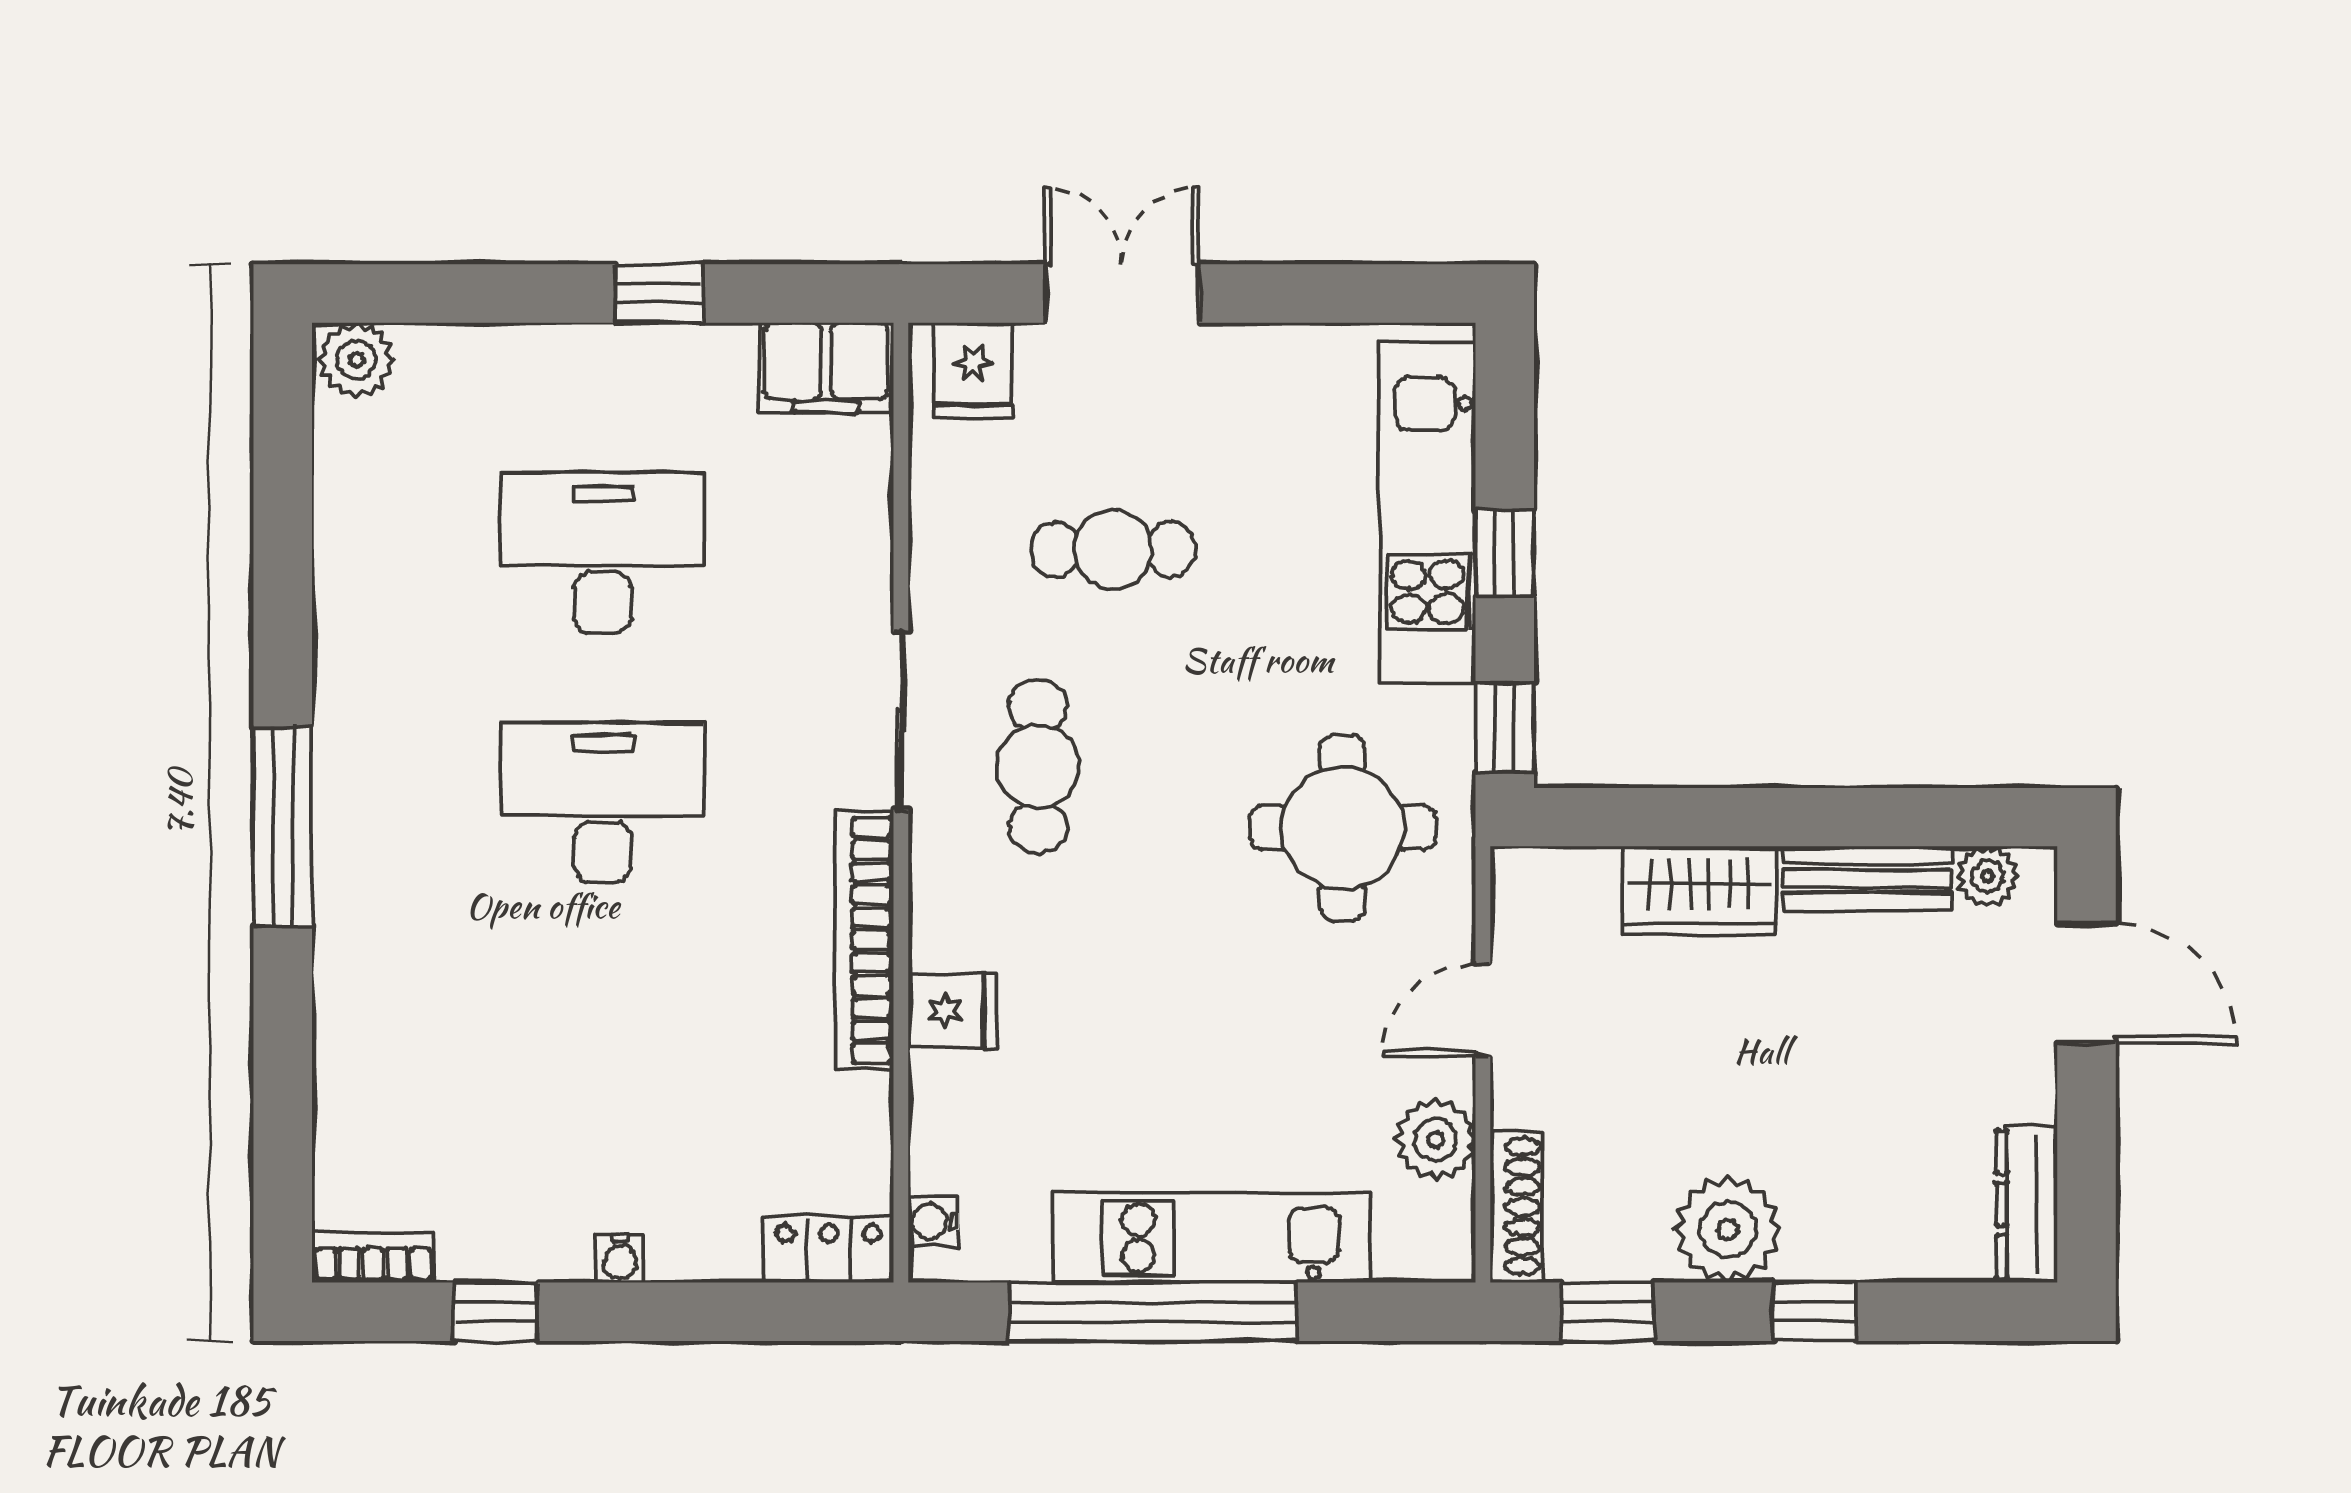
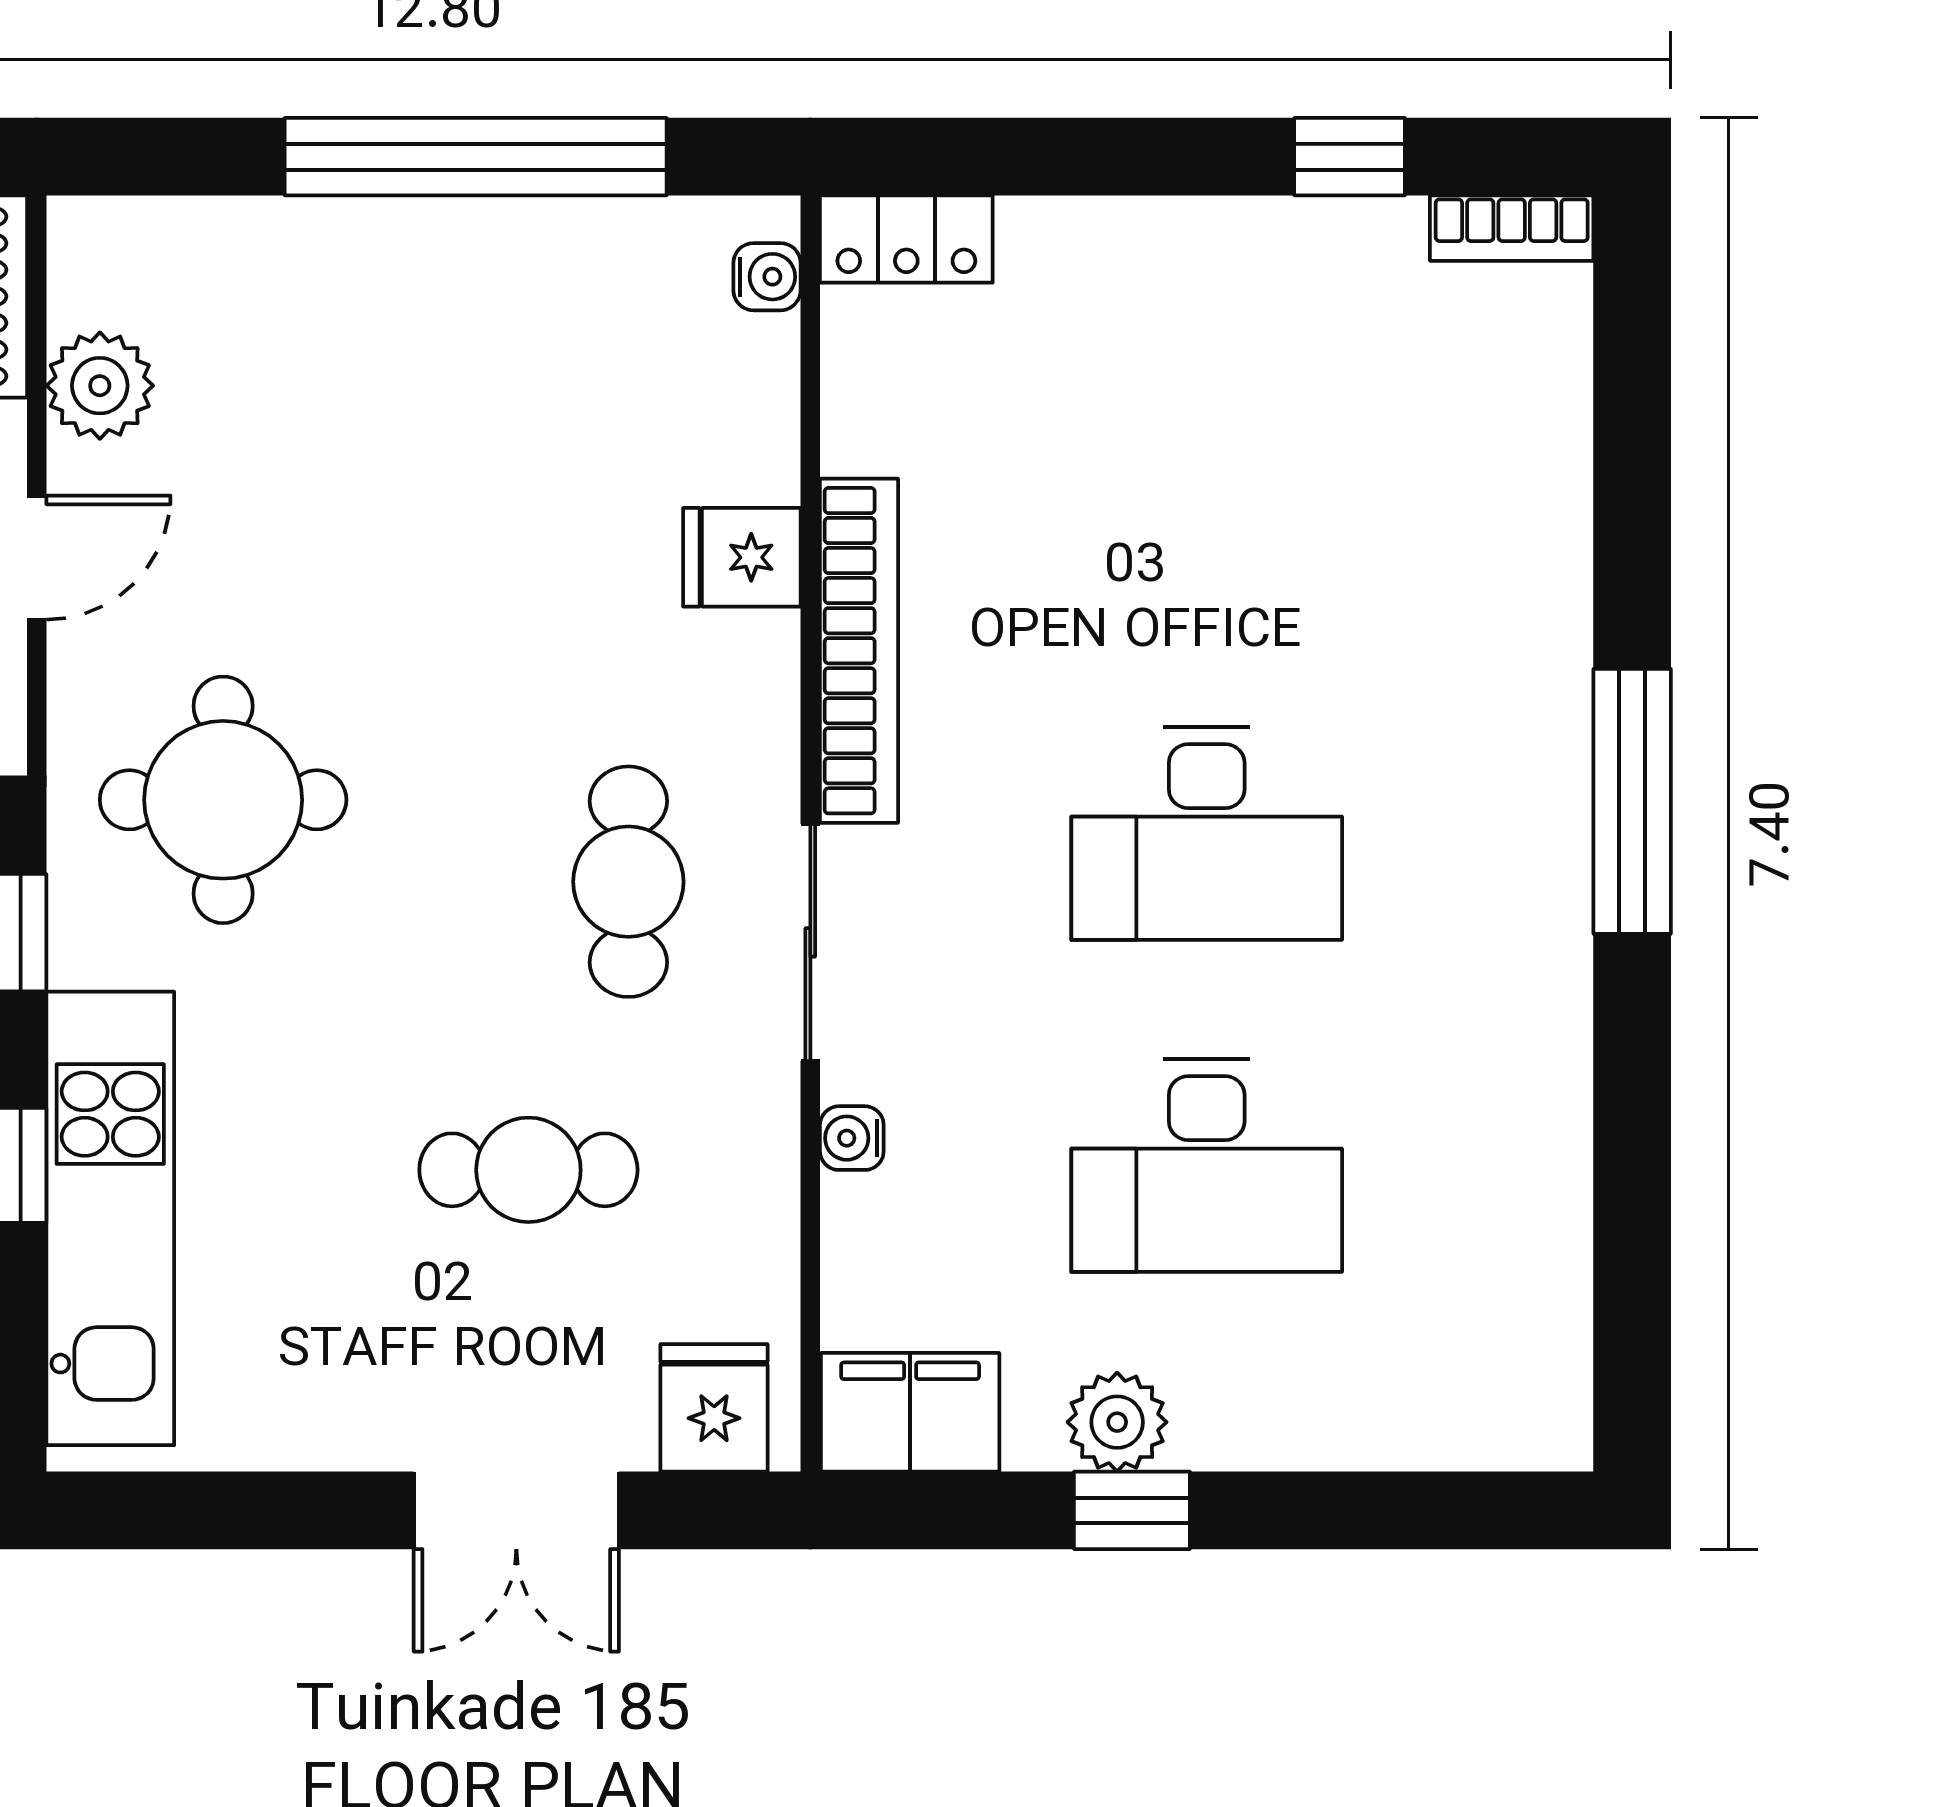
plant: (356, 360) -> (1117, 1422), moved
kitchen unit: (1212, 1238) -> (397, 255), removed
water cooler: (620, 1259) -> (852, 1138), moved, turned -90

